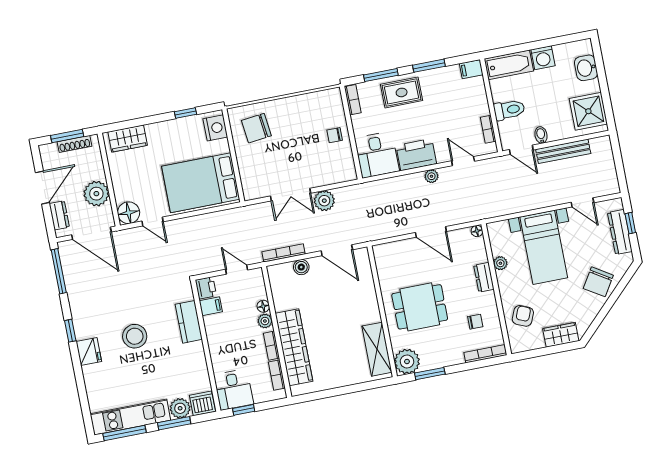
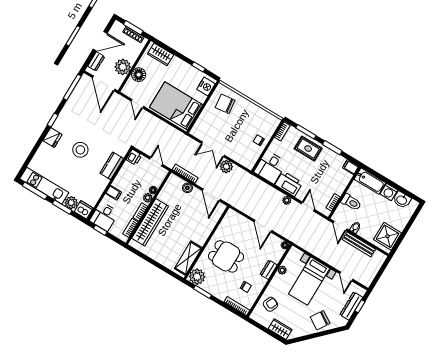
washbasin: (586, 68) -> (402, 200), moved, turned -90
floor lamp: (129, 213) -> (139, 75), moved
filing cabinet: (211, 306) -> (114, 193), moved

